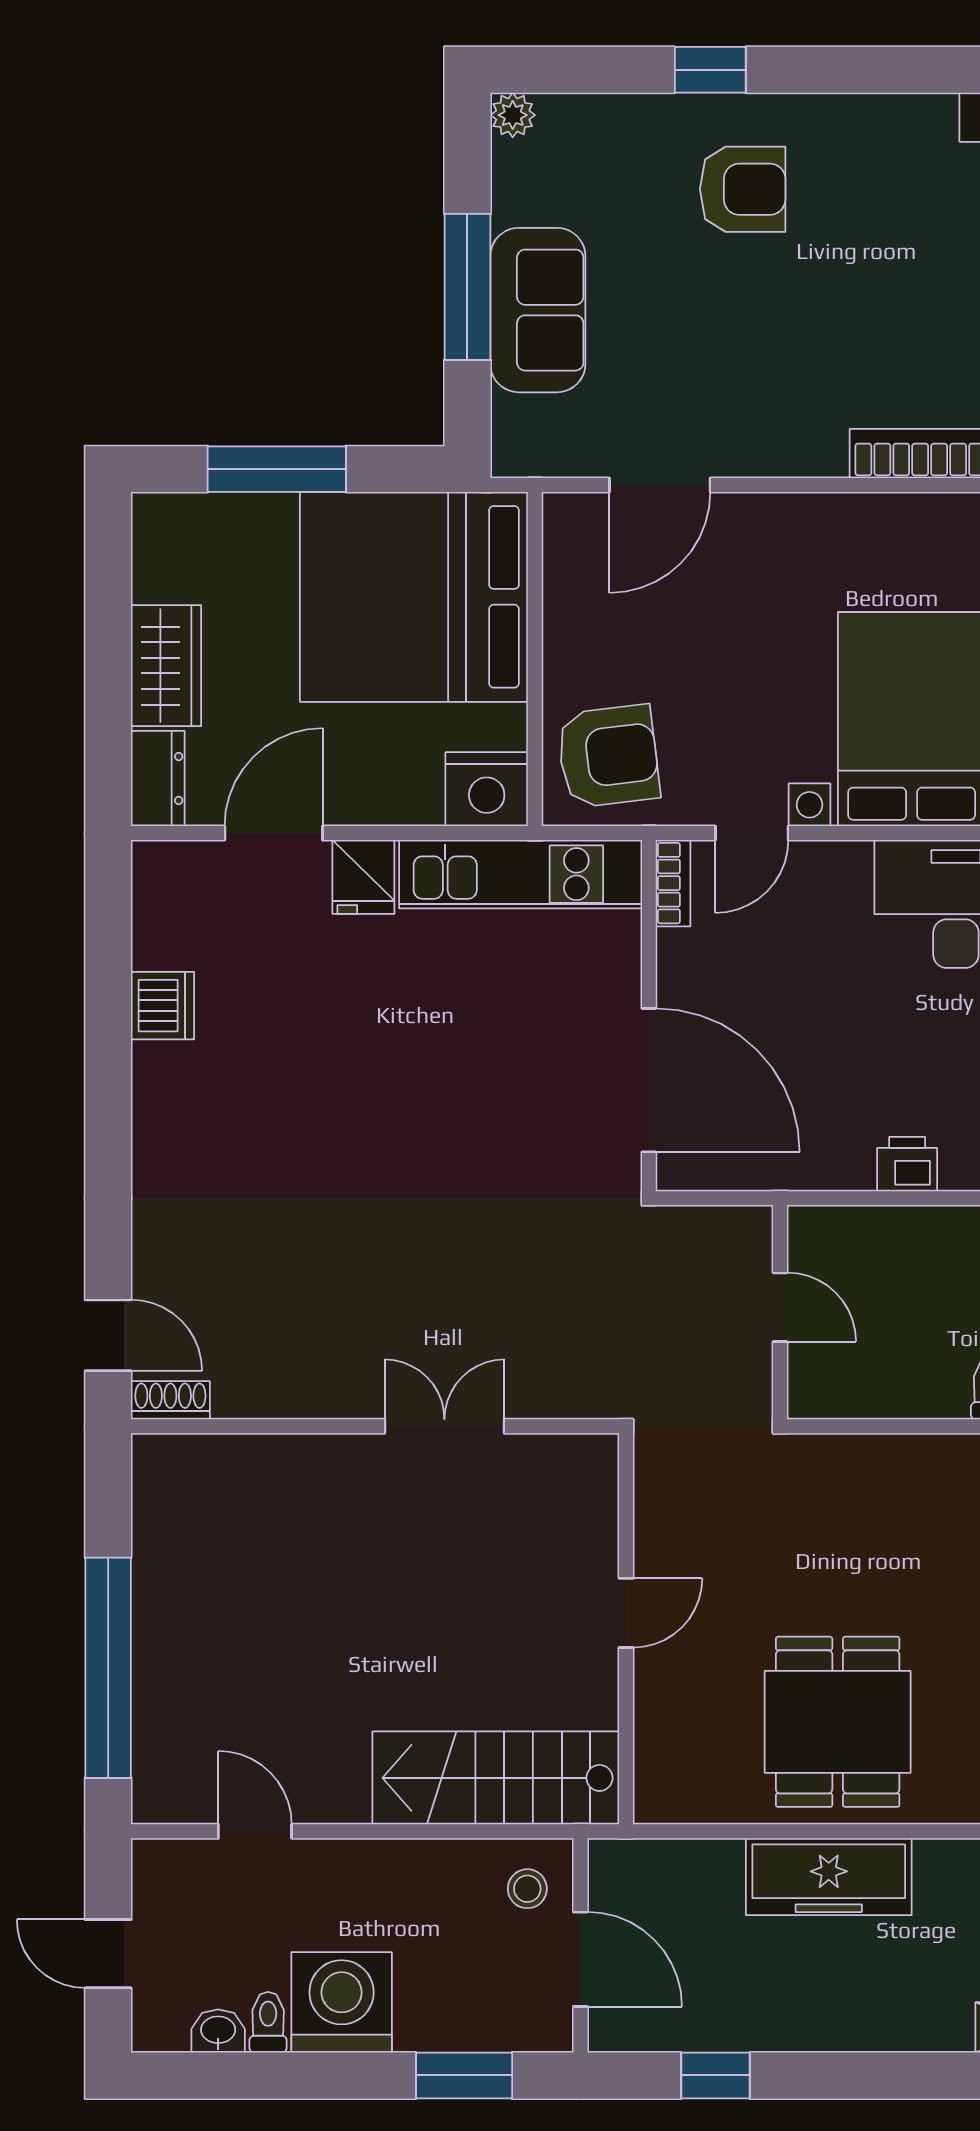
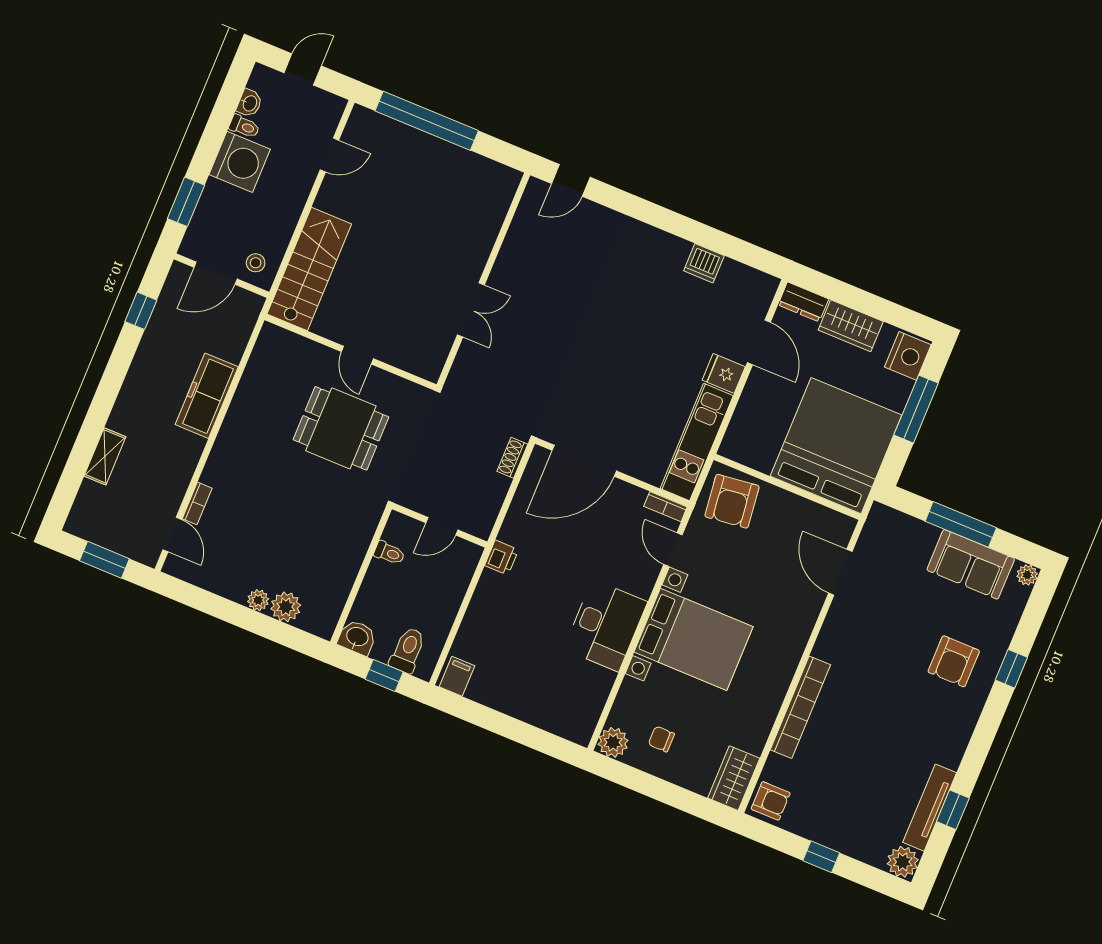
sofa: (538, 310) -> (971, 564), moved
nightstand: (487, 789) -> (908, 356), moved, turned 180
door: (780, 1307) -> (442, 526), moved
wall: (780, 1312) -> (440, 525), moved
shoe rack: (170, 1400) -> (512, 458), moved, turned 180
dining table: (838, 1722) -> (341, 428), moved

